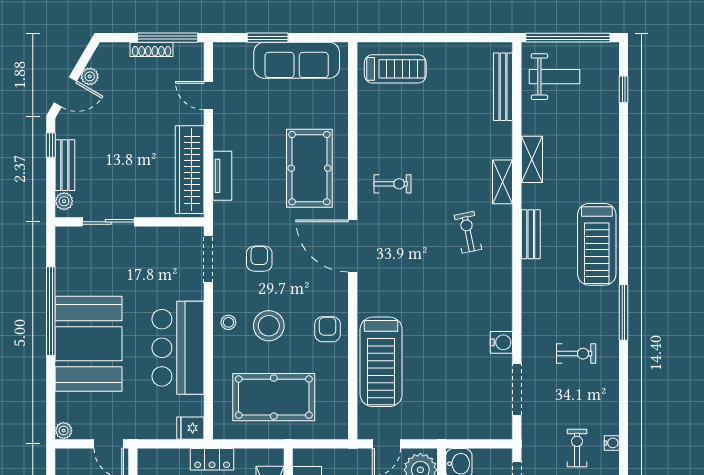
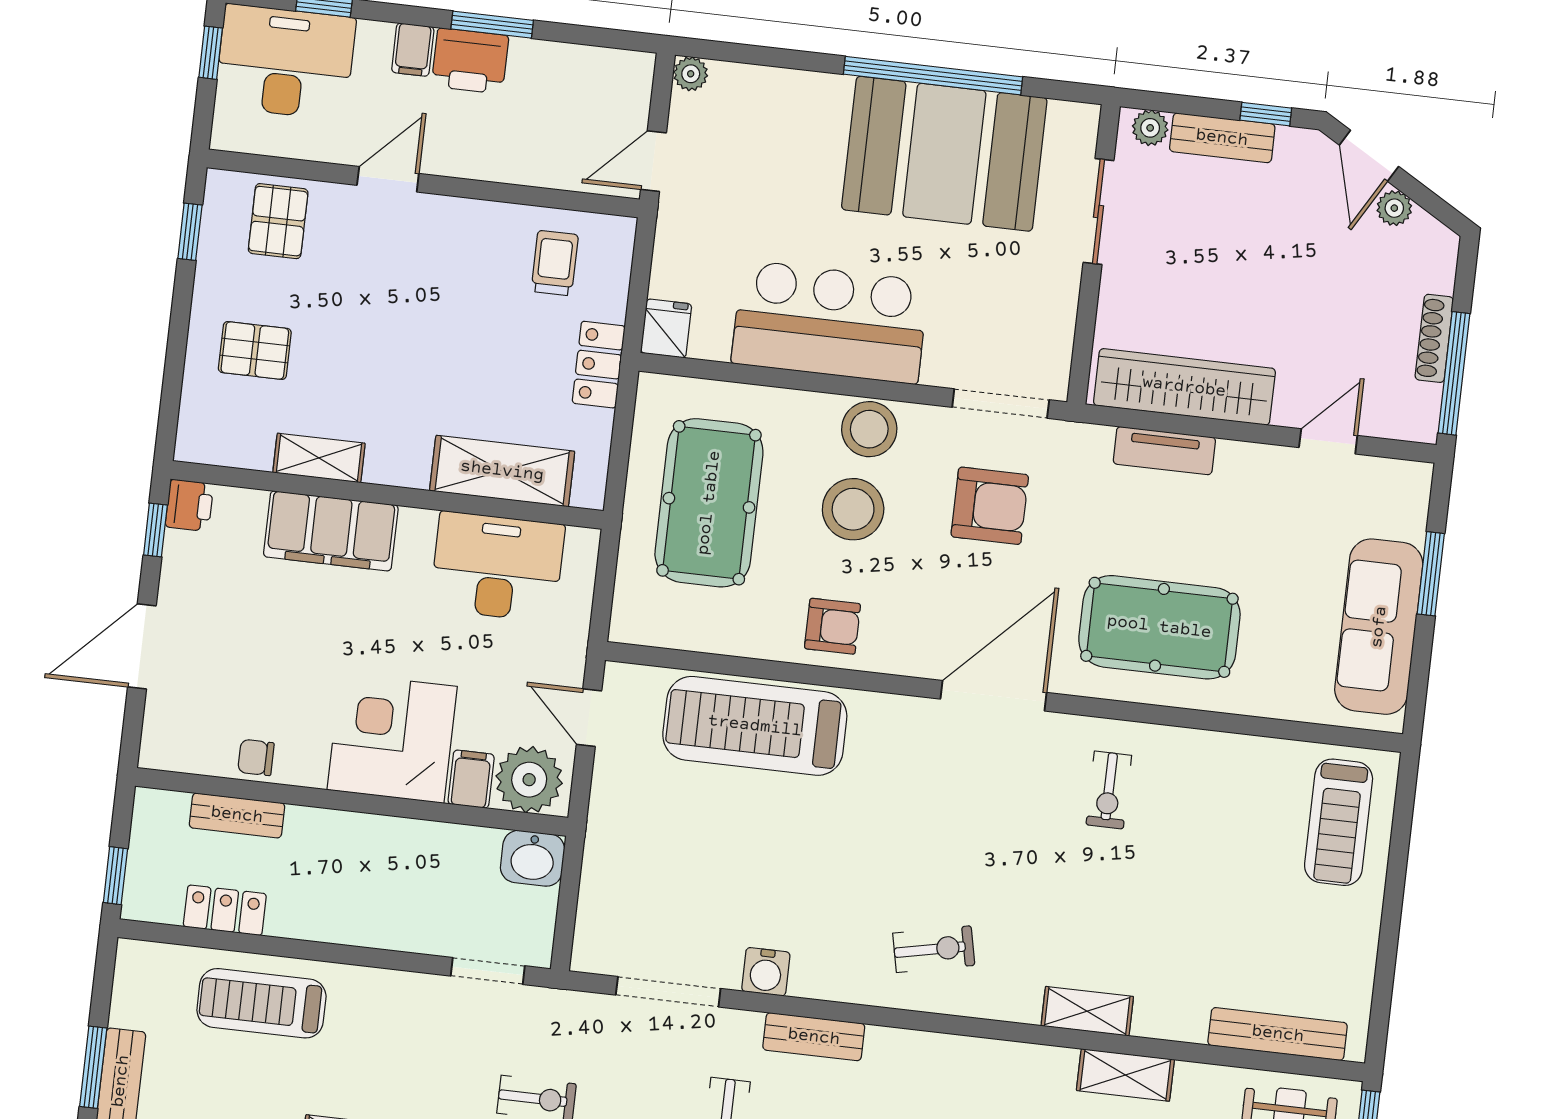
exercise bike: (468, 232) -> (934, 949), moved
bench: (531, 234) -> (814, 1037), moved
armchair: (259, 259) -> (990, 506), width x1.38, depth x1.38
stool: (228, 322) -> (869, 429), width x1.89, depth x1.89
booth: (89, 344) -> (944, 154), moved

